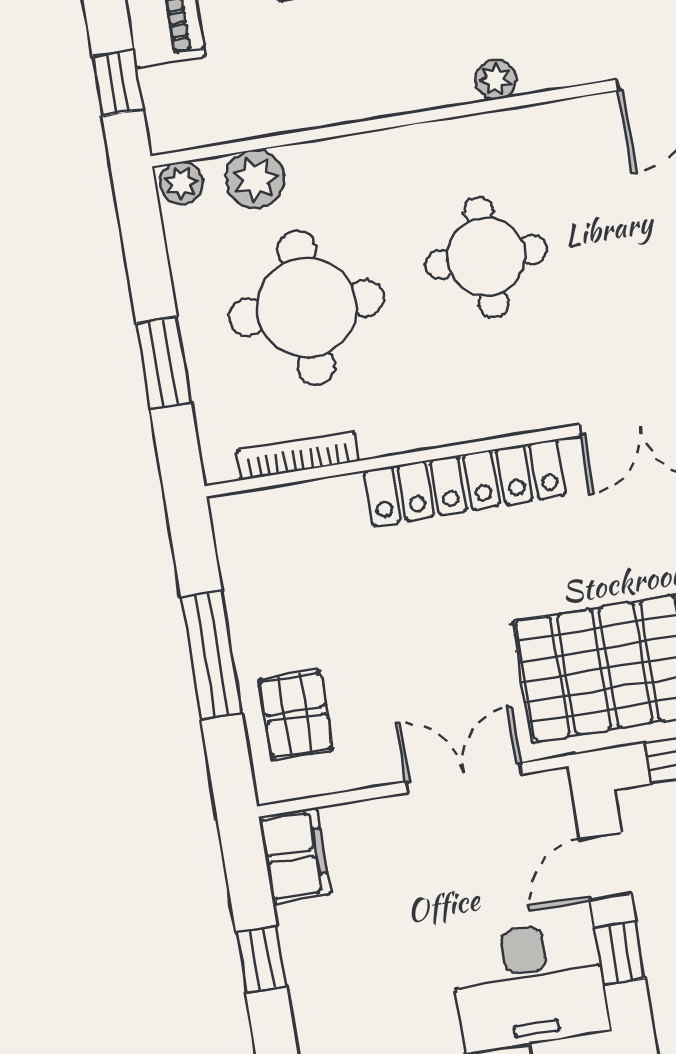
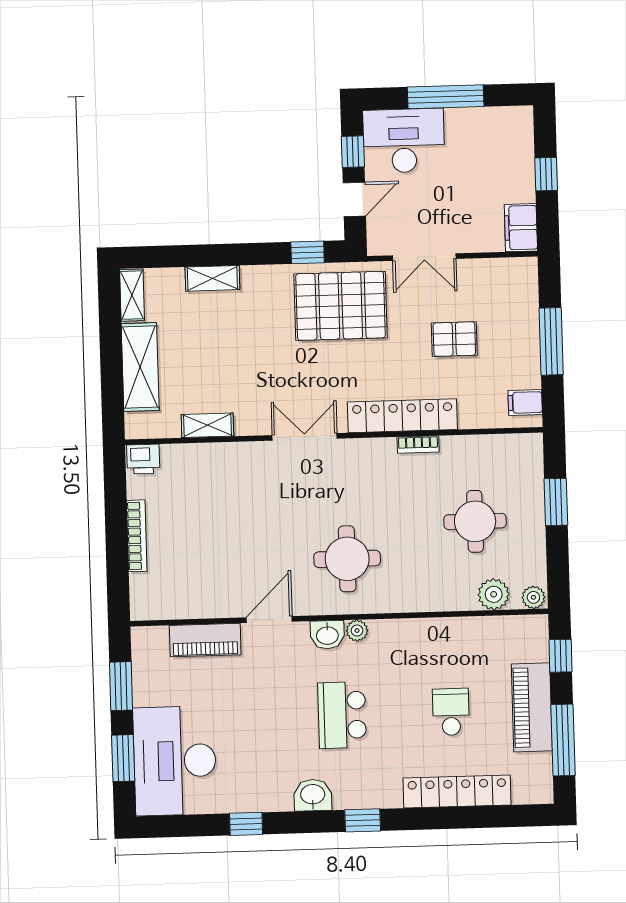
washbasin: (549, 64) -> (327, 635), added
round table: (486, 257) -> (347, 559), moved
round table: (307, 308) -> (475, 521), width x0.73, depth x0.73
bookcase: (298, 456) -> (418, 444), moved, width x0.64
filing cabinet: (244, 537) -> (525, 403), added
pallet: (296, 715) -> (454, 339), moved, turned 90

